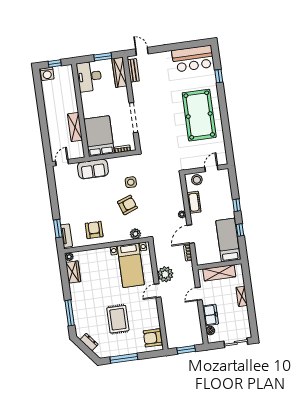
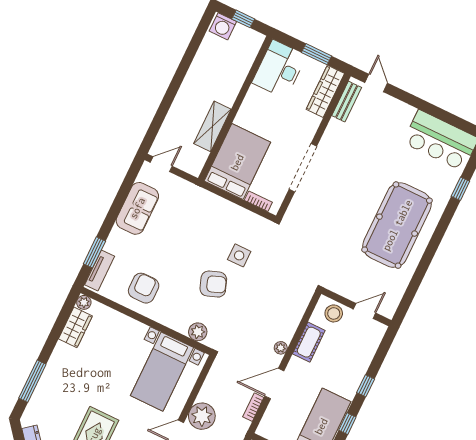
sofa: (93, 169) -> (137, 208), moved, turned -90

